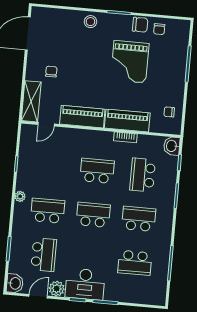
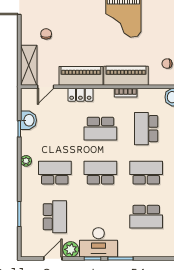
locker: (80, 135) -> (80, 95), added
school desk: (97, 171) -> (100, 129), turned 180
washbasin: (15, 283) -> (29, 120), moved

